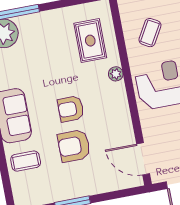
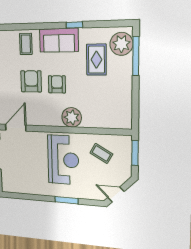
rug: (90, 41) -> (96, 60), moved, turned 90
plant: (116, 74) -> (72, 117), width x1.88, depth x1.88

